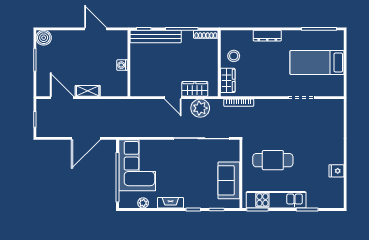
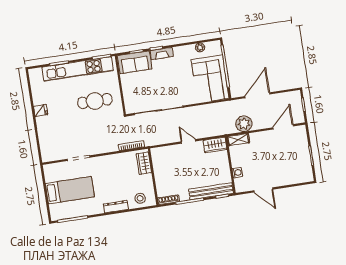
boiler: (44, 38) -> (307, 176), removed
stool: (234, 56) -> (140, 198), moved
washing machine: (122, 65) -> (237, 173), moved
wardrobe: (195, 89) -> (215, 145), moved
shelving: (88, 91) -> (238, 140), moved
door: (62, 98) -> (283, 127), swing flipped
plant: (200, 108) -> (244, 124), moved
fridge: (336, 171) -> (41, 110), moved
sofa: (229, 180) -> (135, 62), moved, turned 90
kitchen unit: (276, 200) -> (78, 69), width x1.36
fireplace: (170, 203) -> (162, 54), moved

